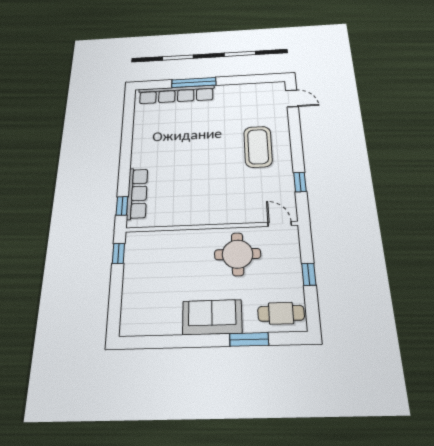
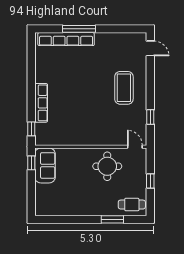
row of seats: (137, 193) -> (41, 103), moved
sofa: (212, 317) -> (45, 165), moved, turned 90

